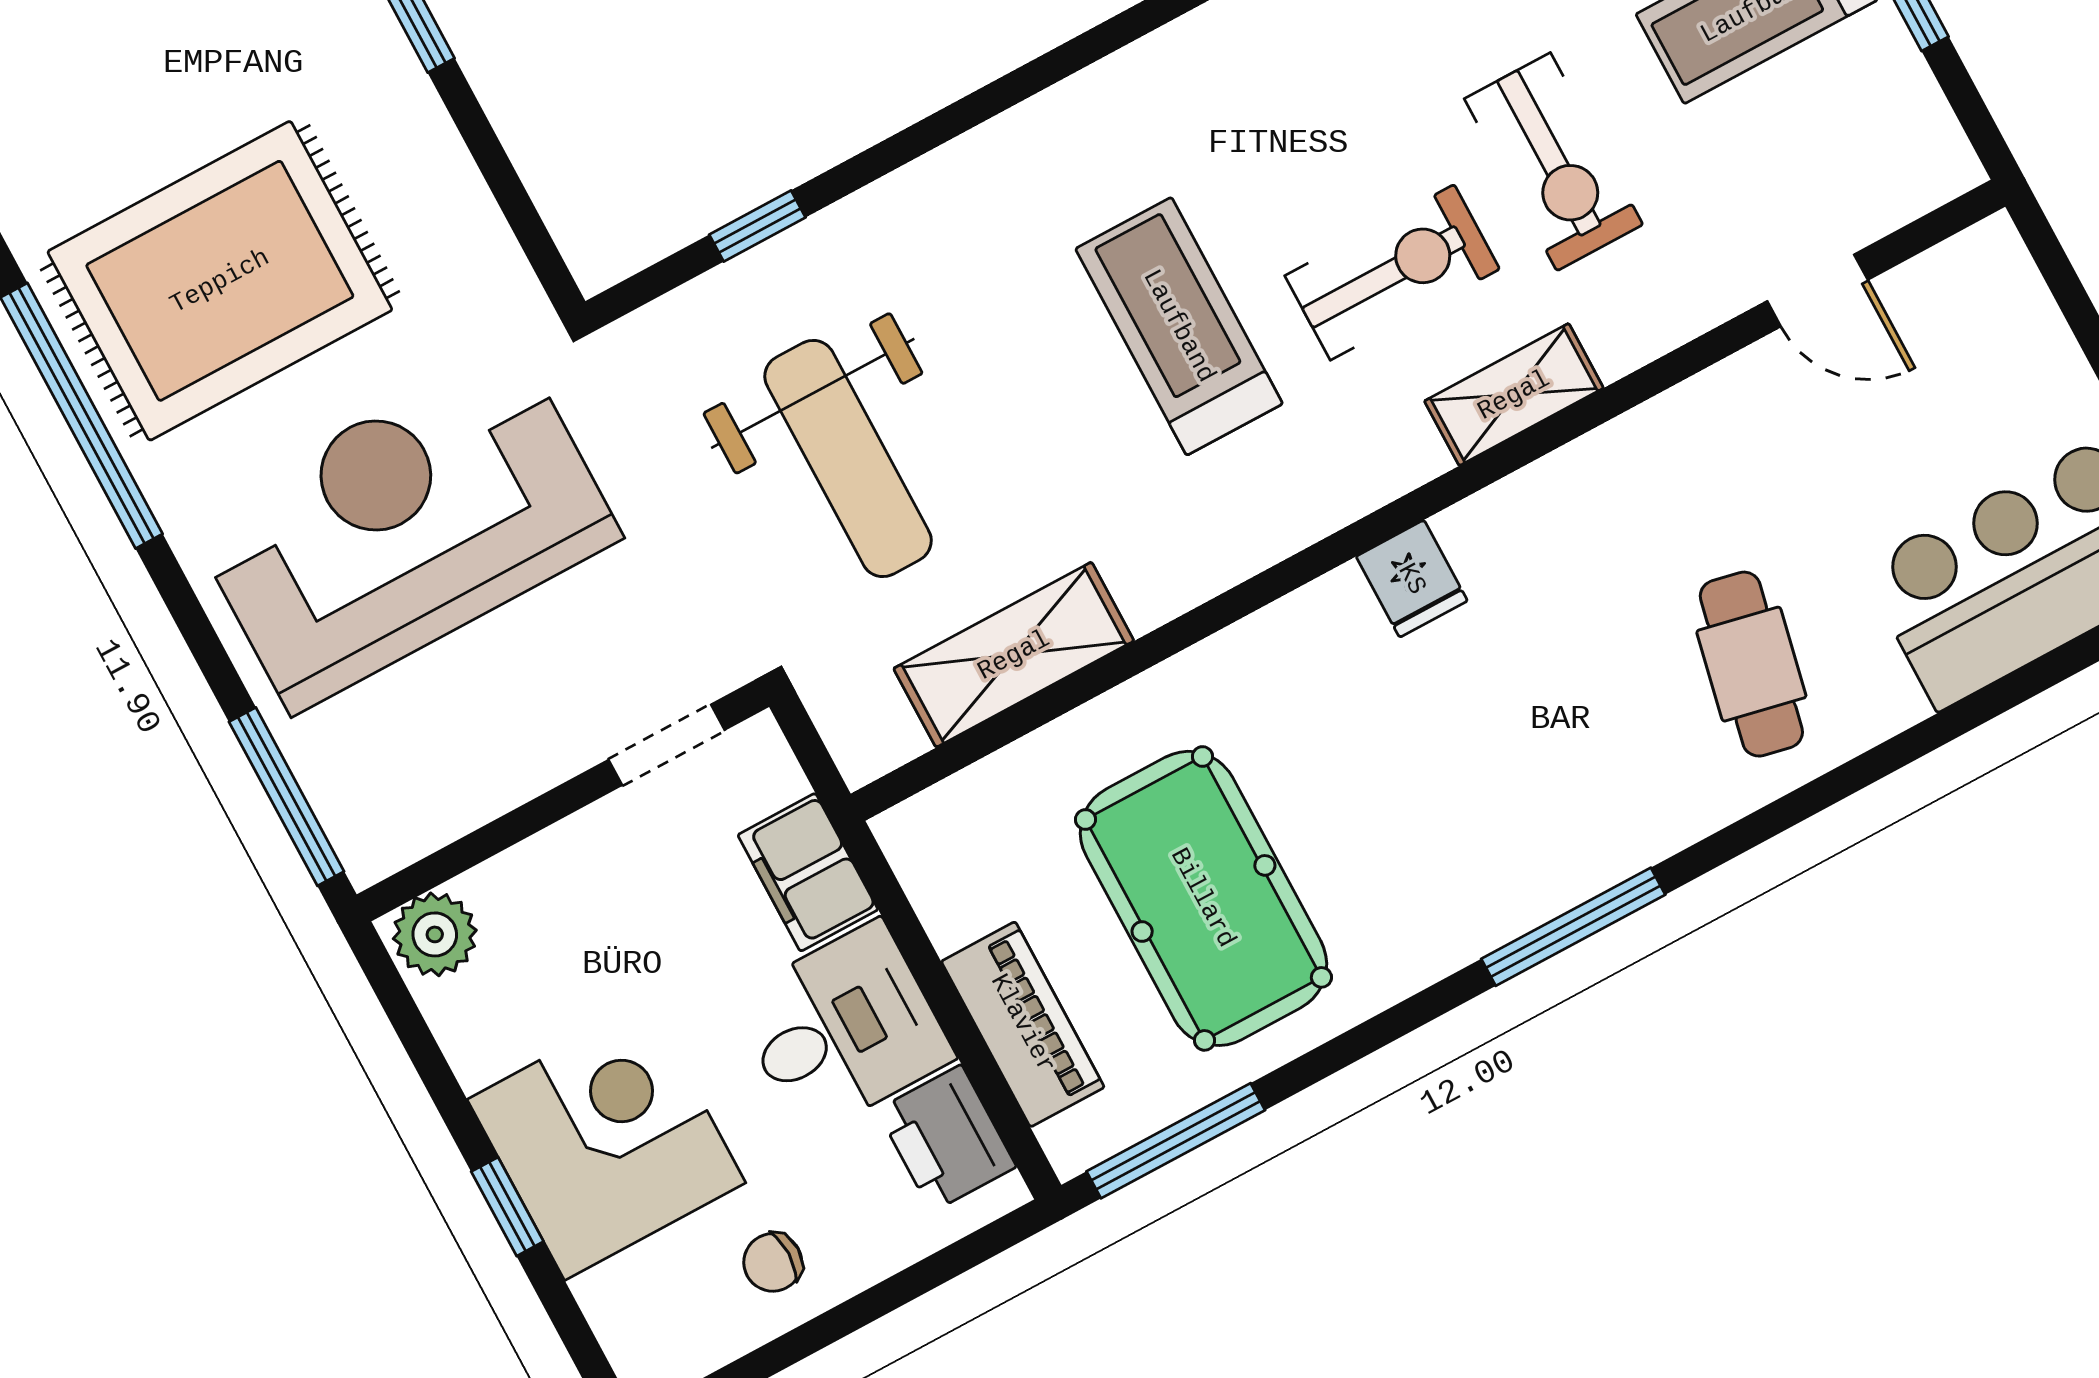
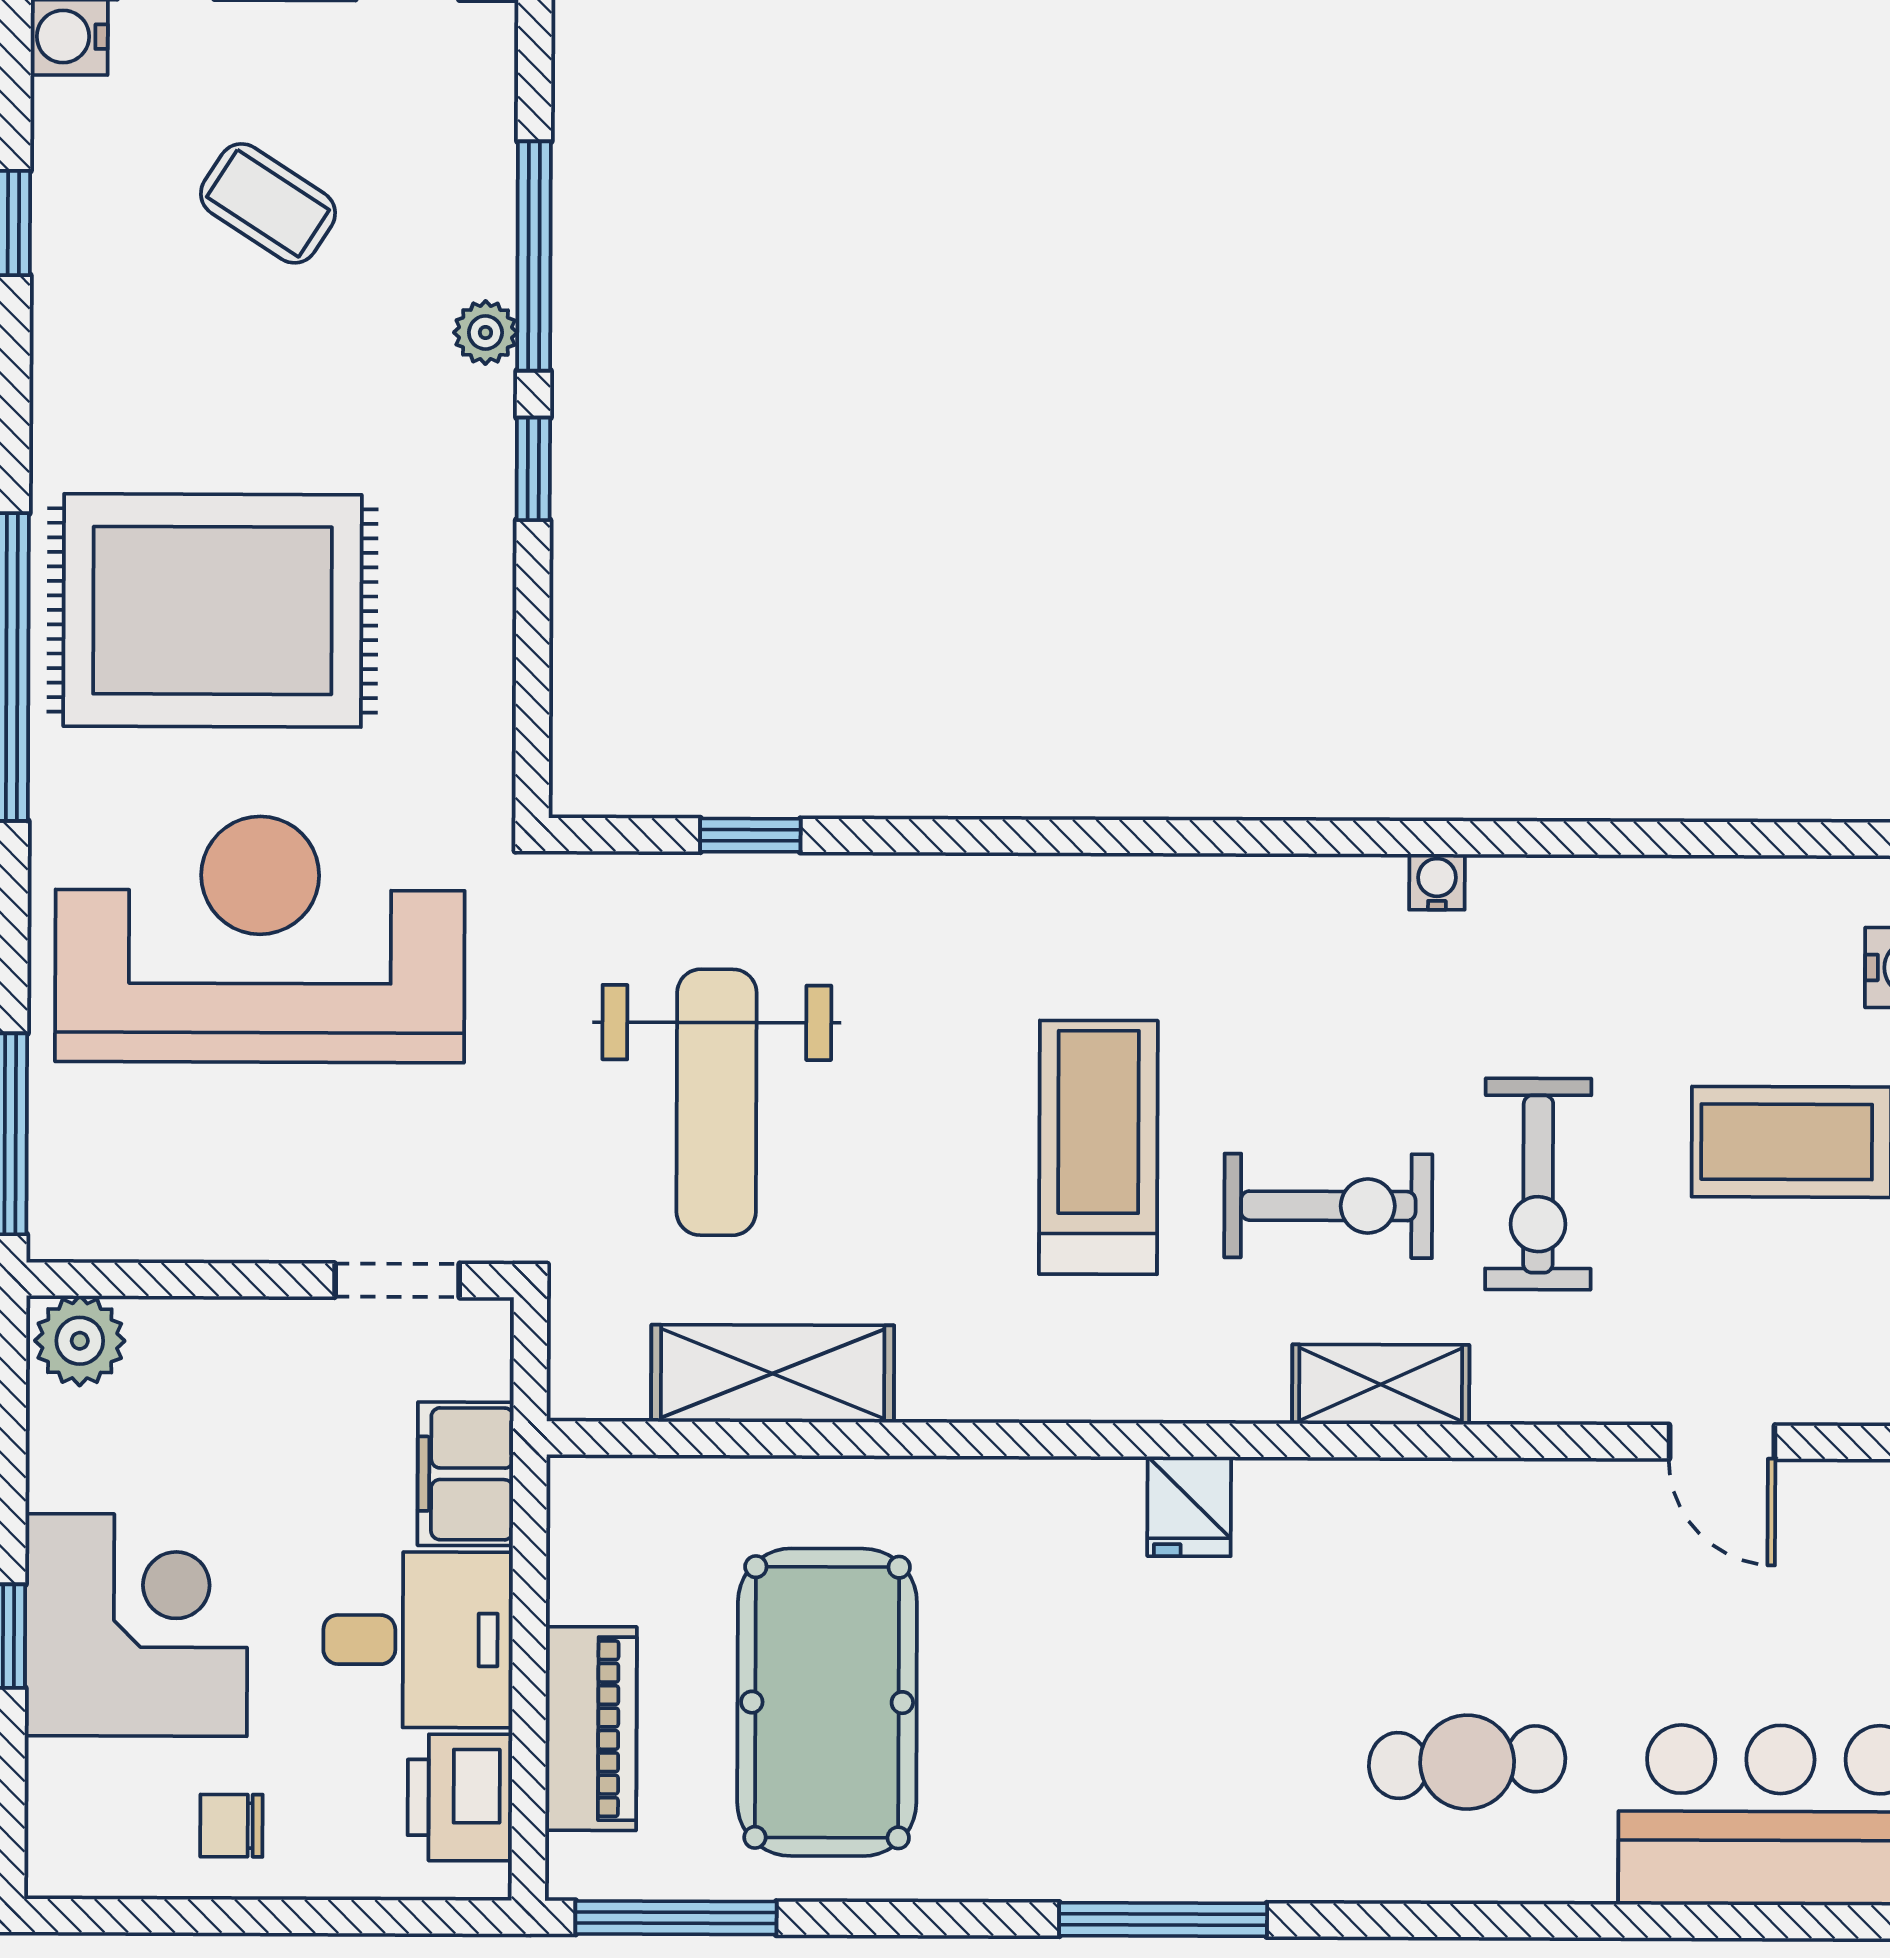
cafe table: (1751, 664) -> (1467, 1762), turned 75

